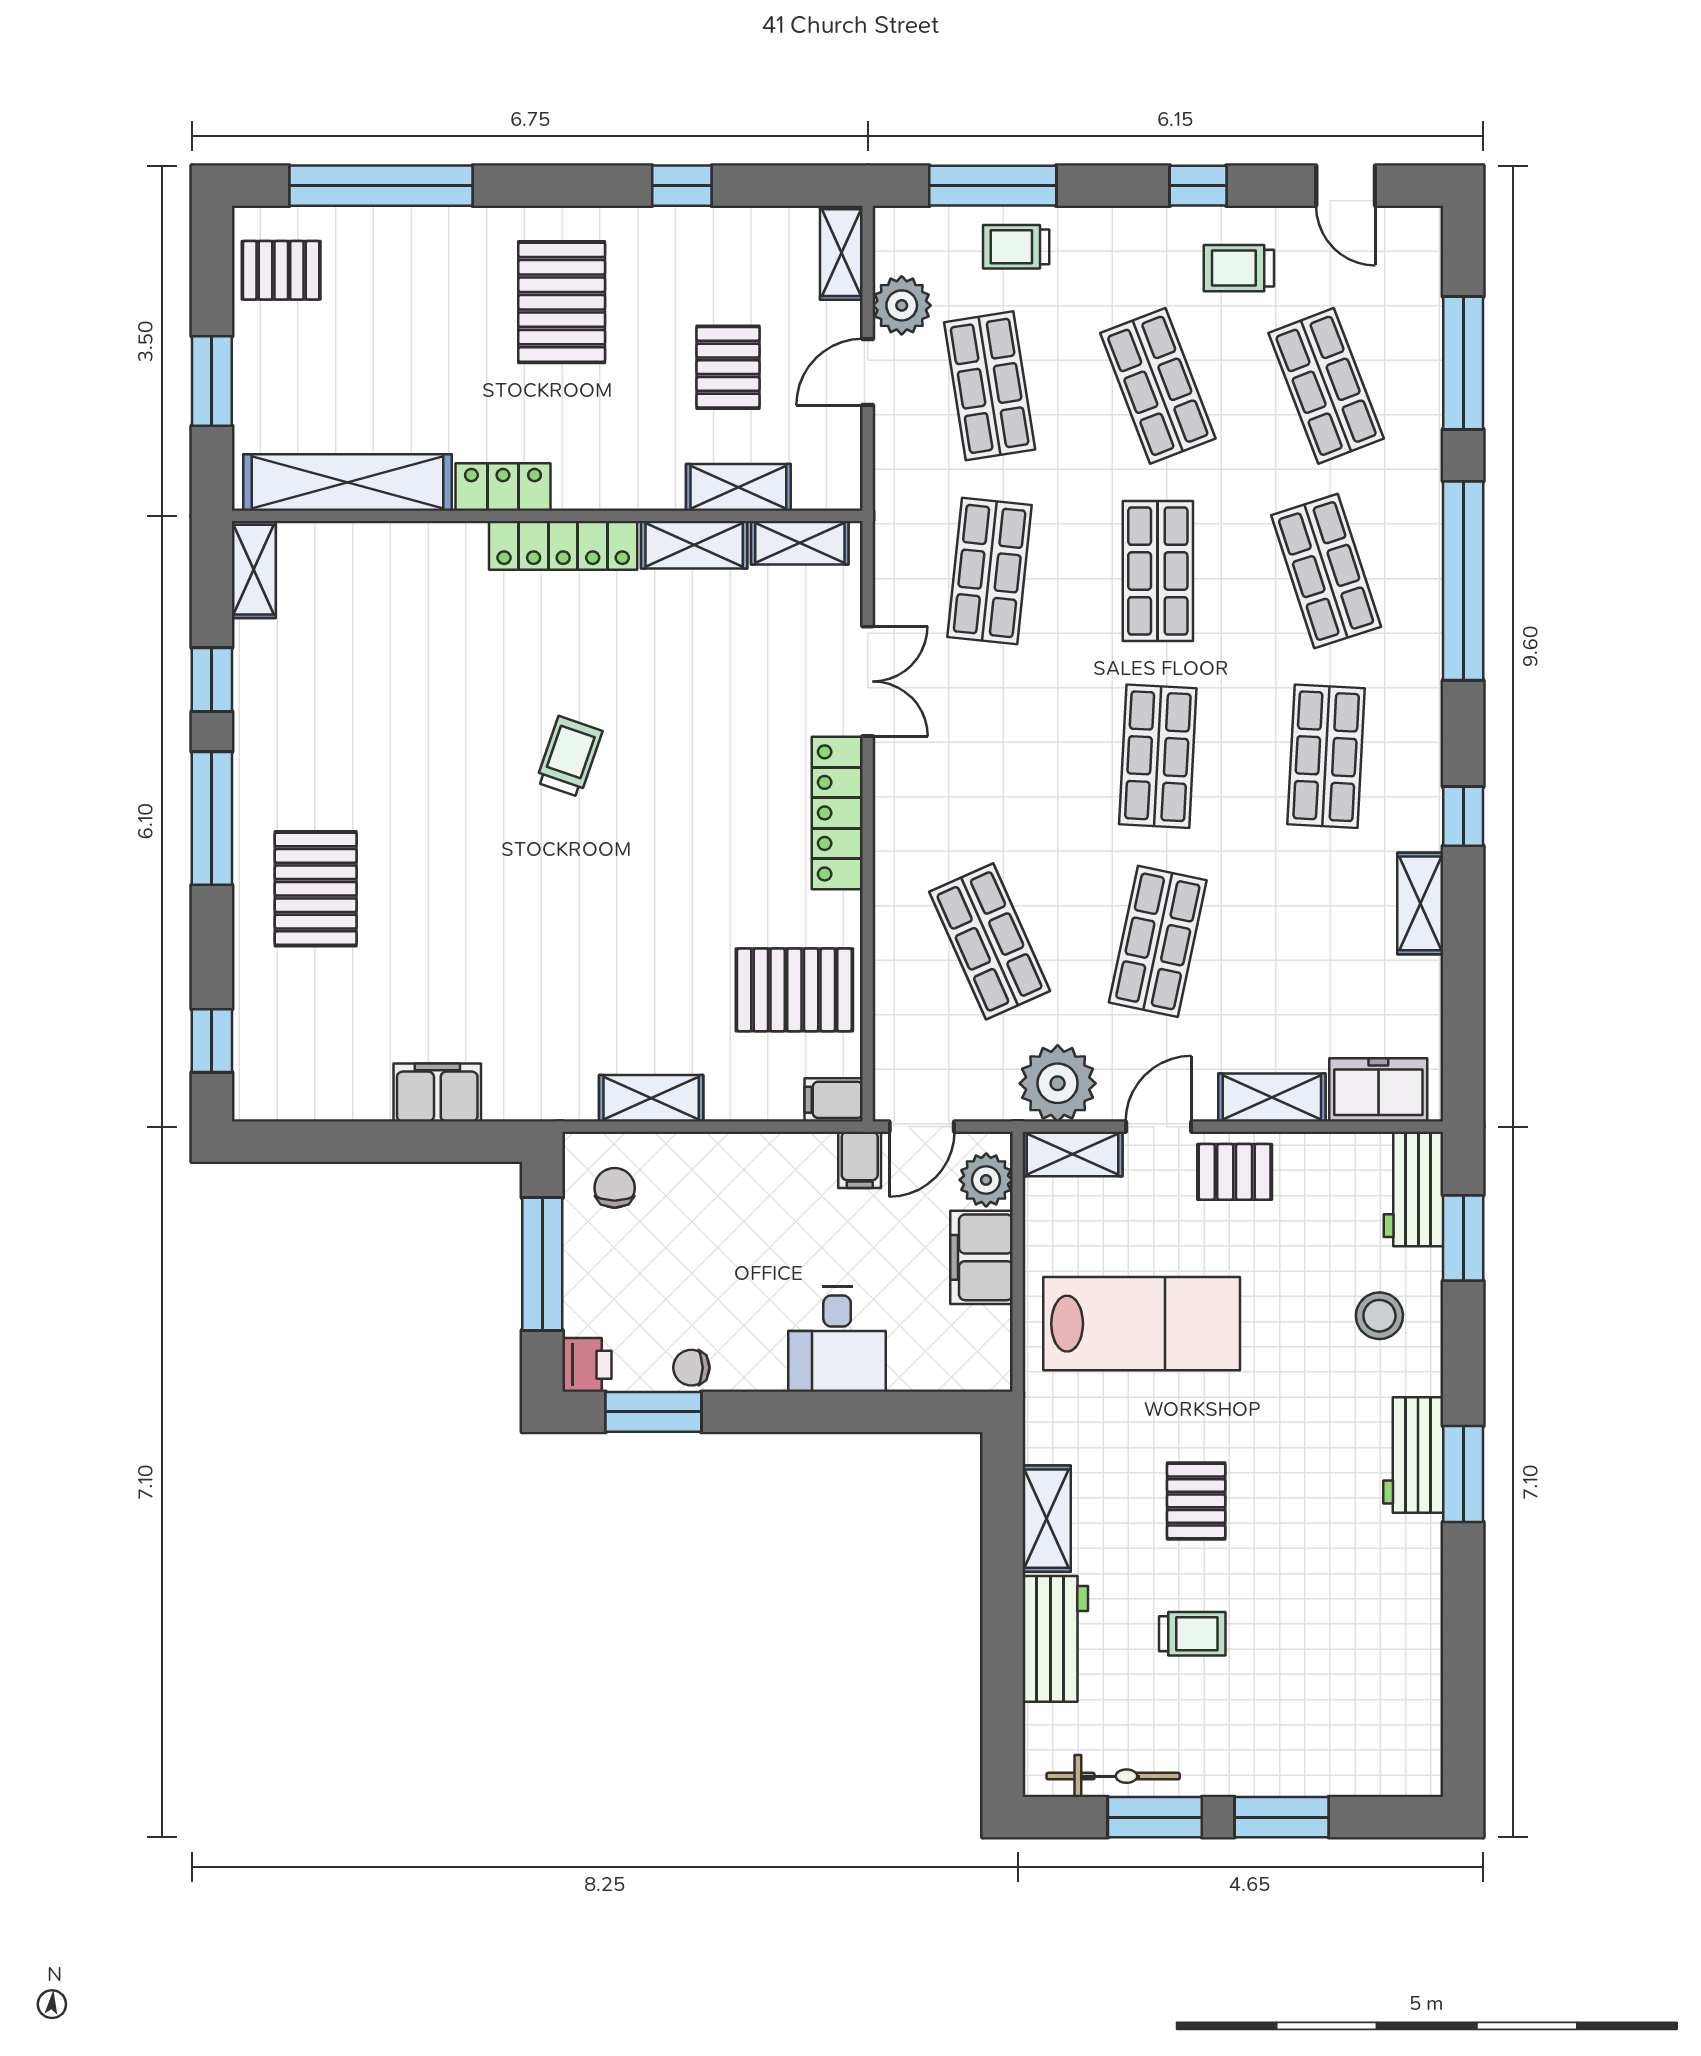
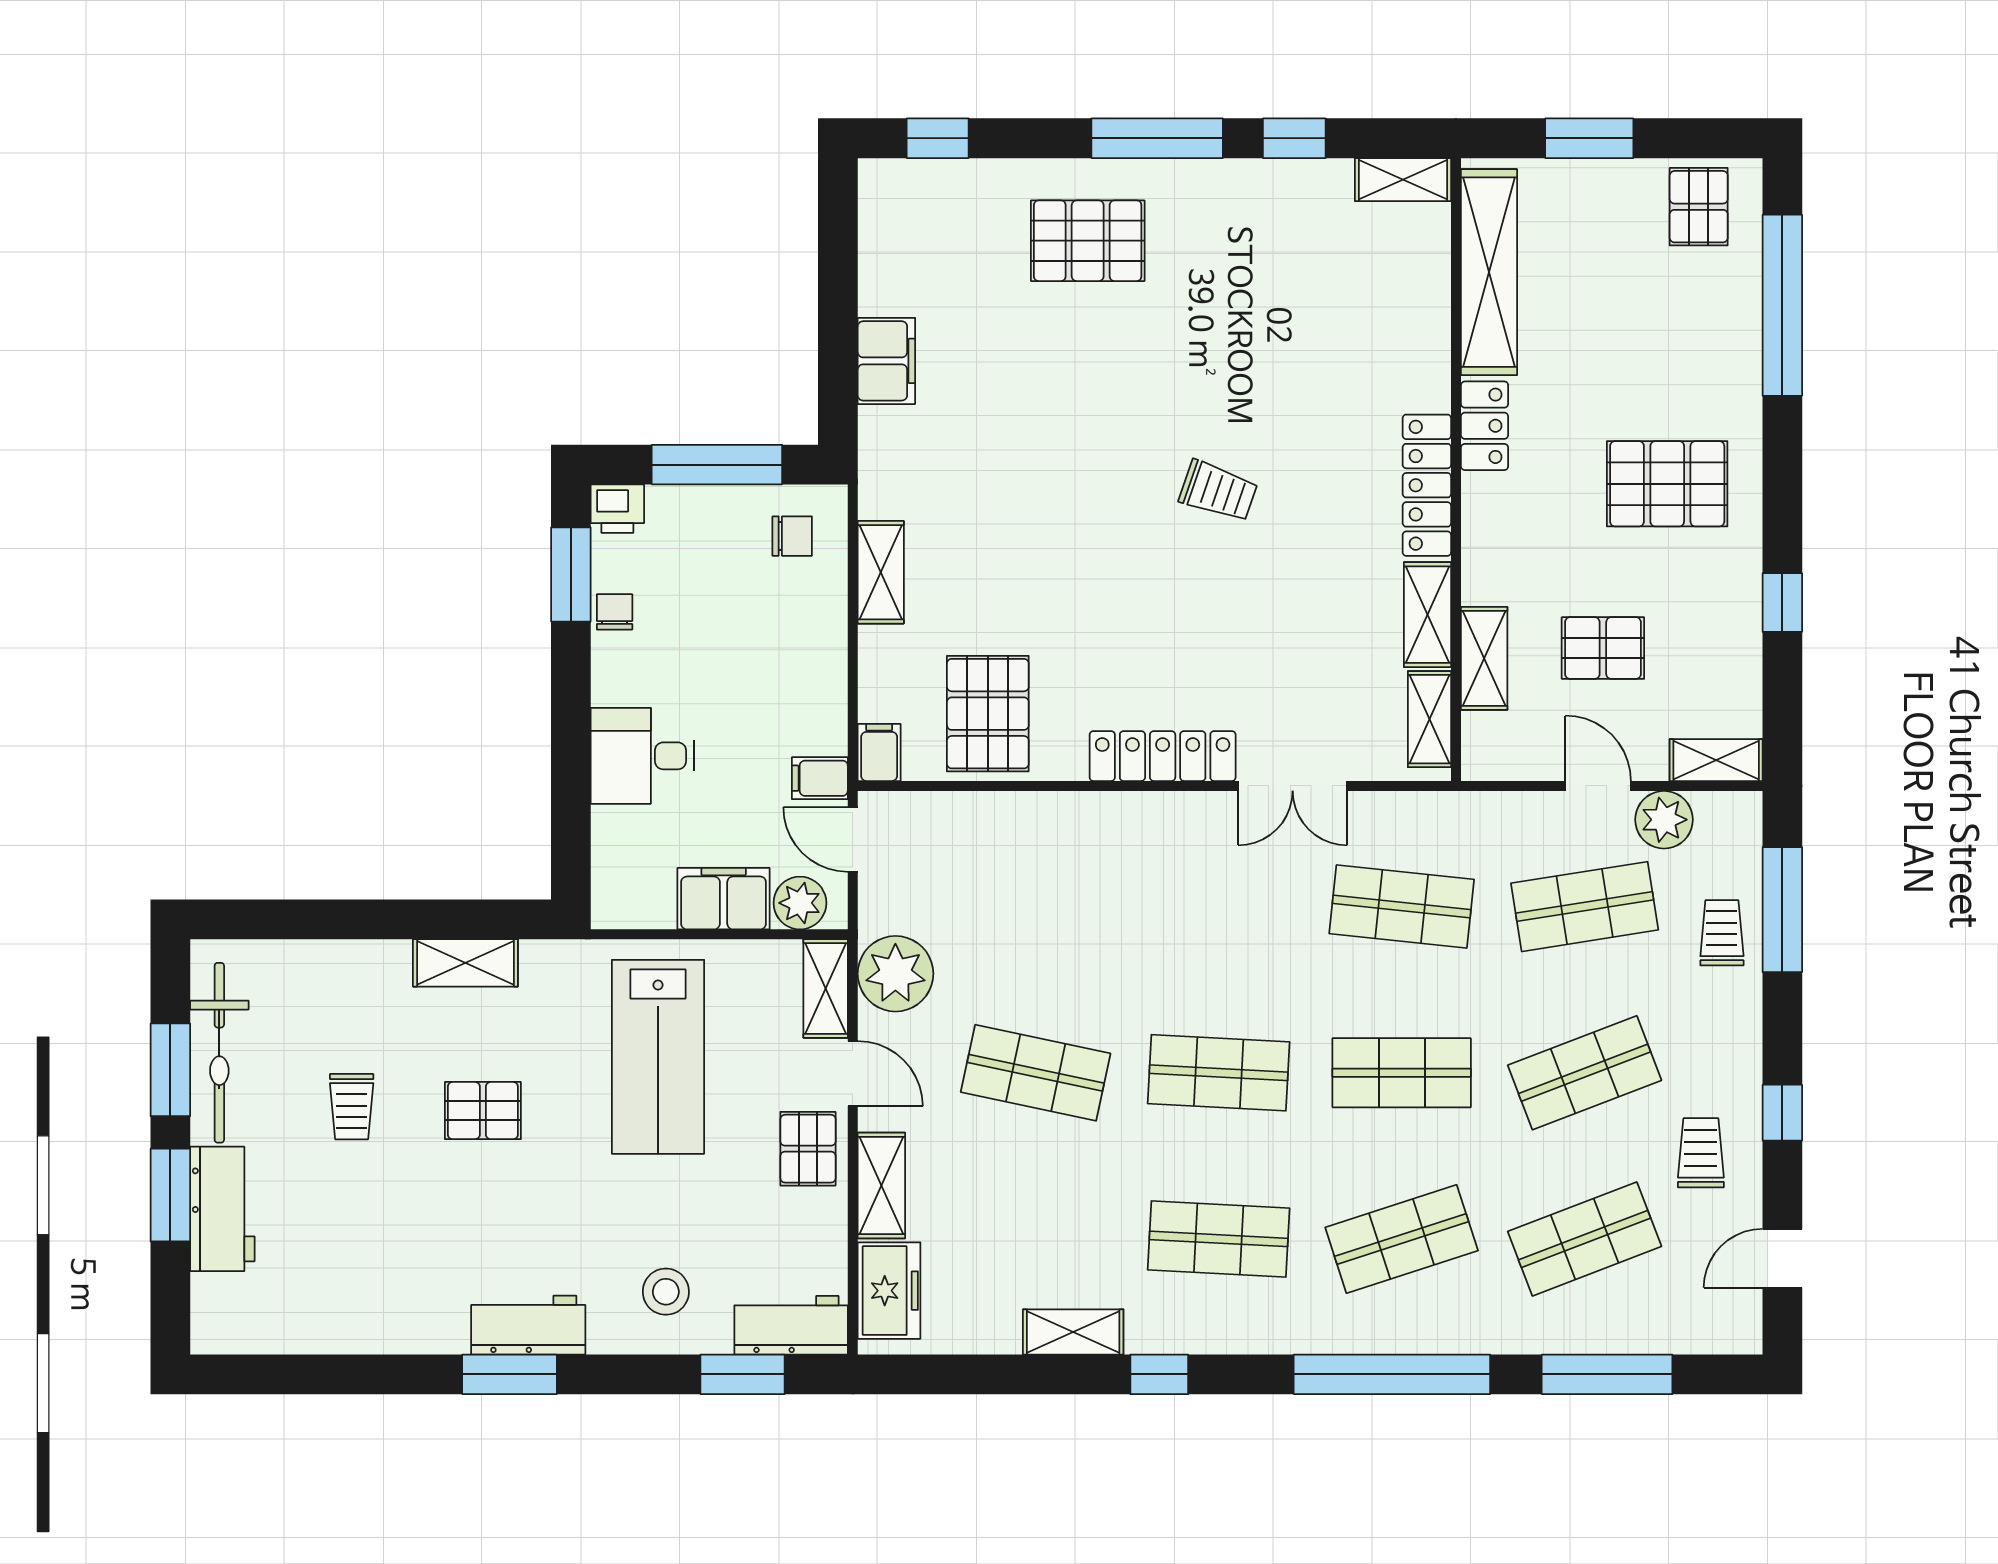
shop shelf: (990, 941) -> (1036, 907), removed
workbench: (1055, 1639) -> (222, 1209), moved, turned -90
bicycle: (1113, 1776) -> (219, 1053), width x1.37, depth x1.40

